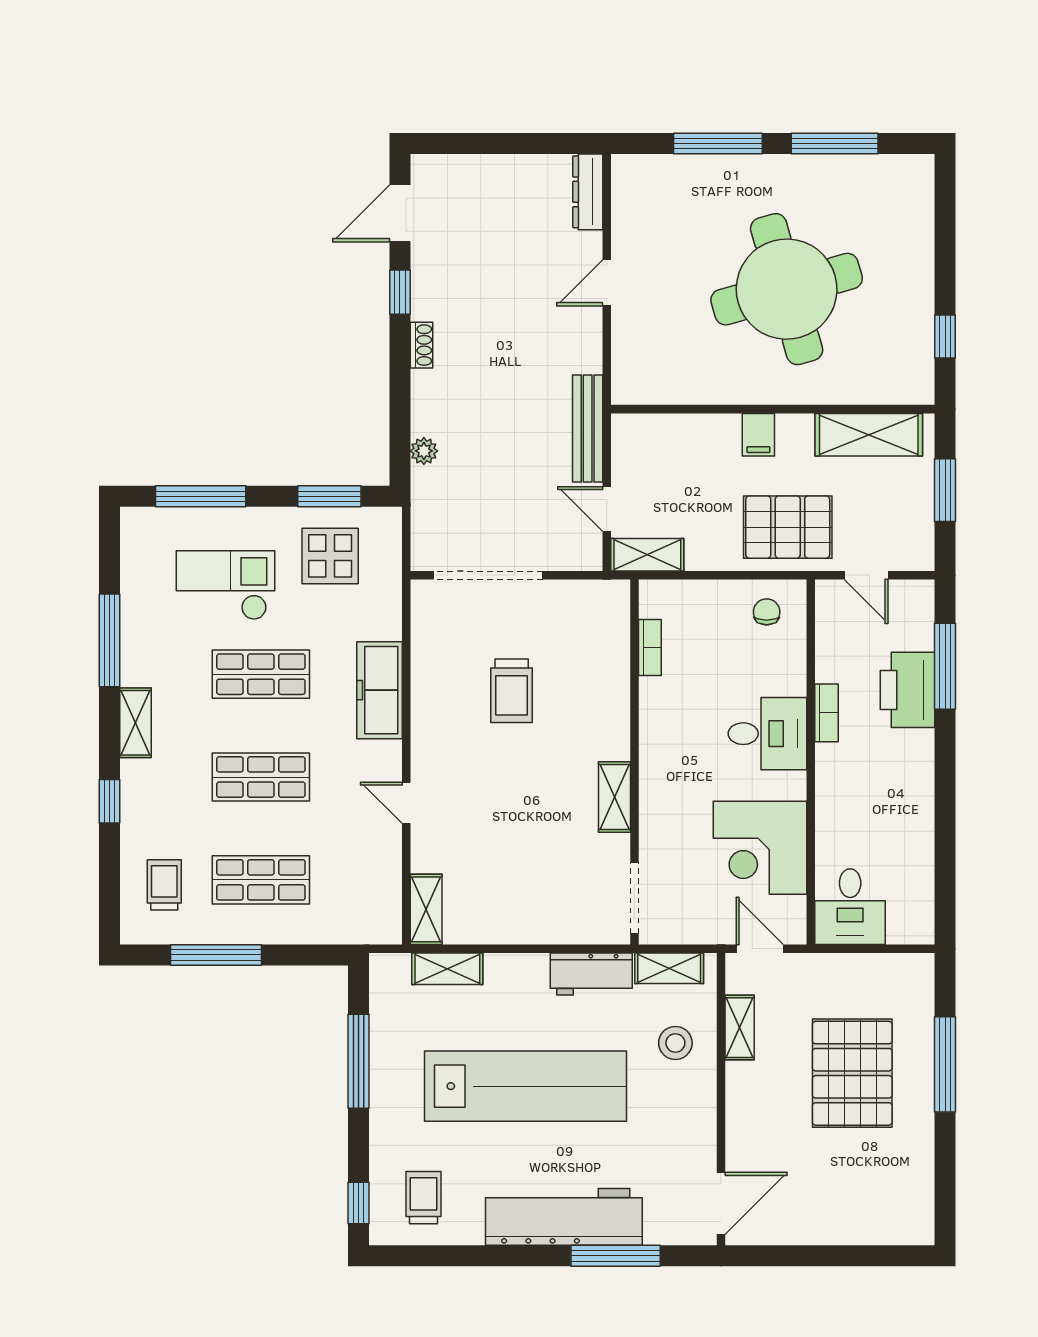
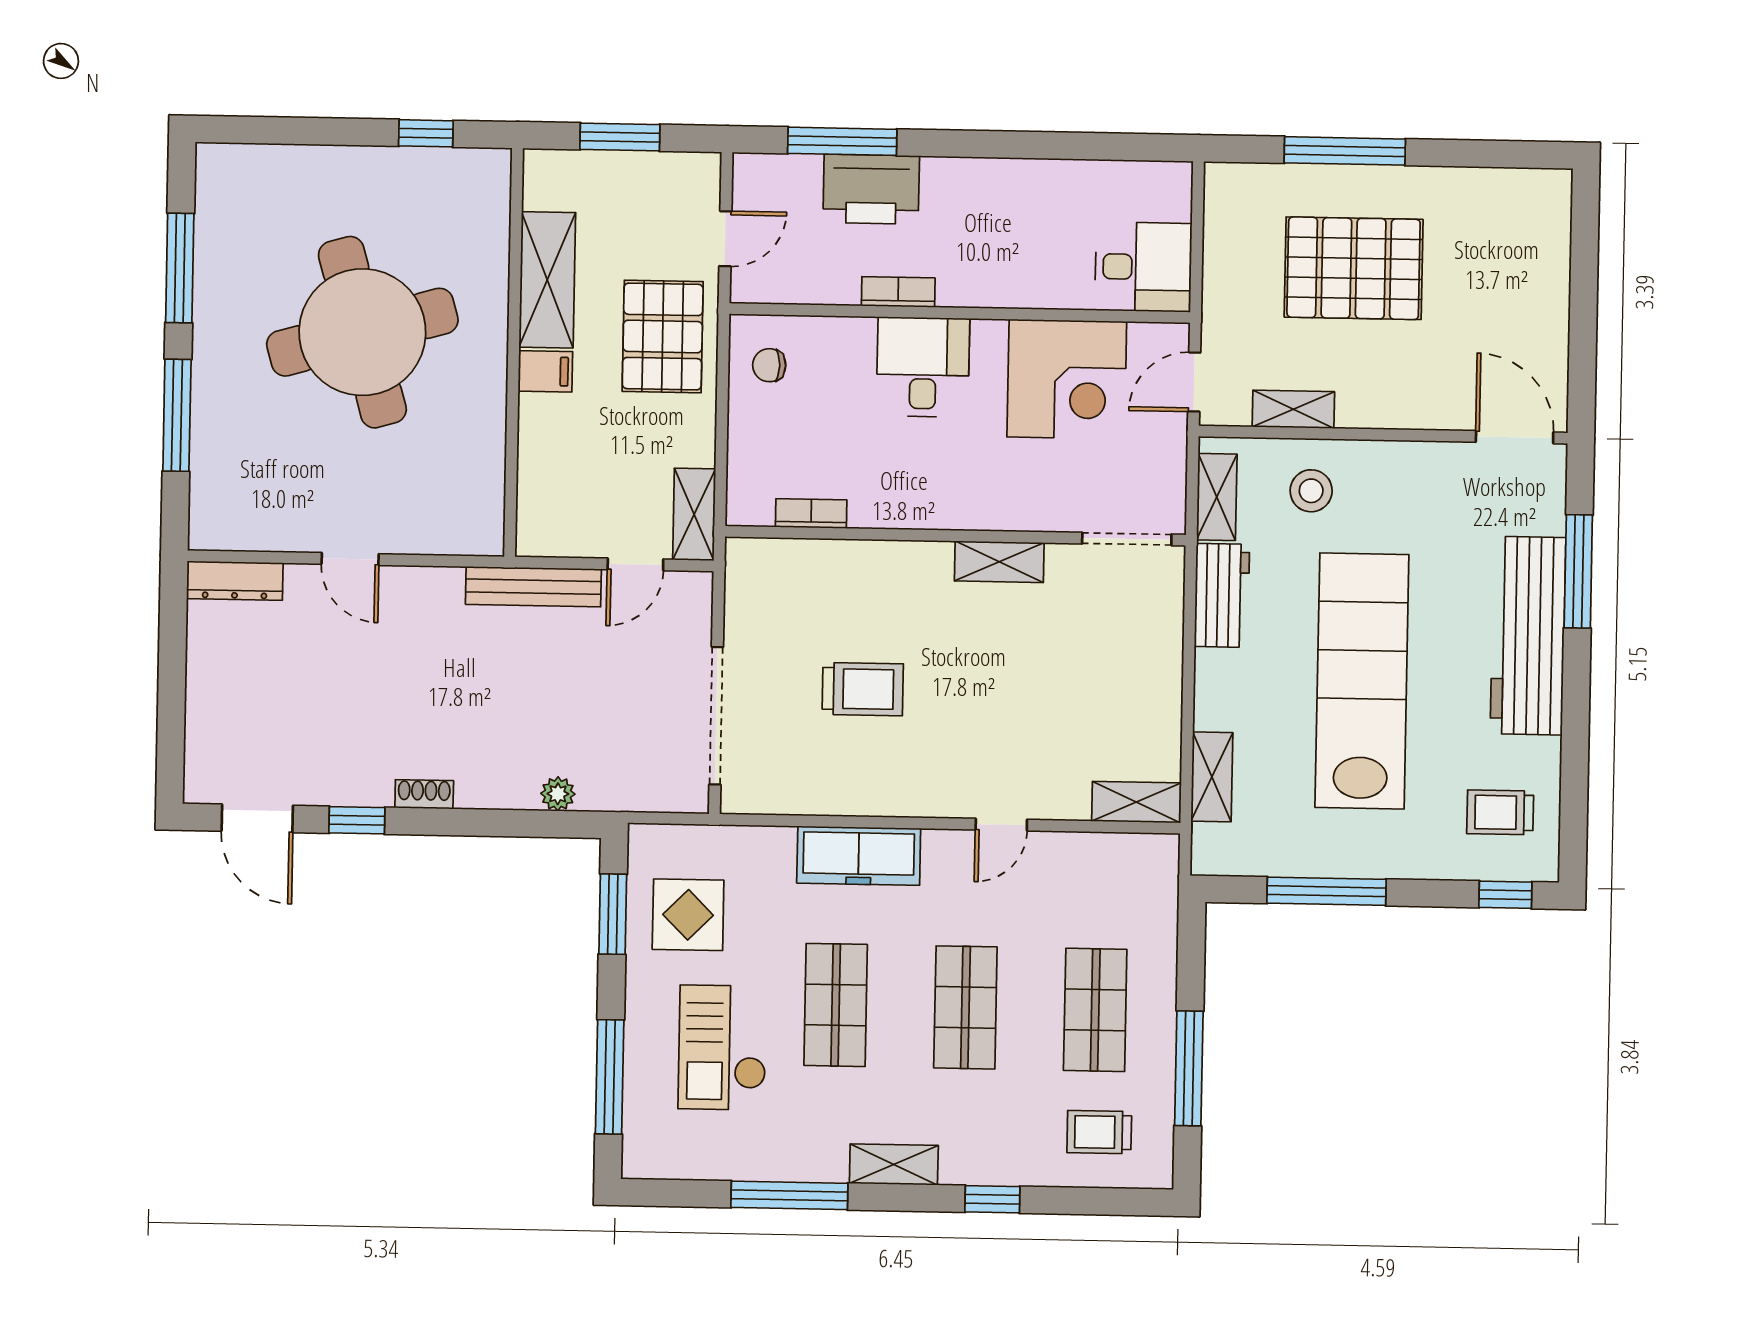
shelving: (869, 435) -> (547, 280), moved

